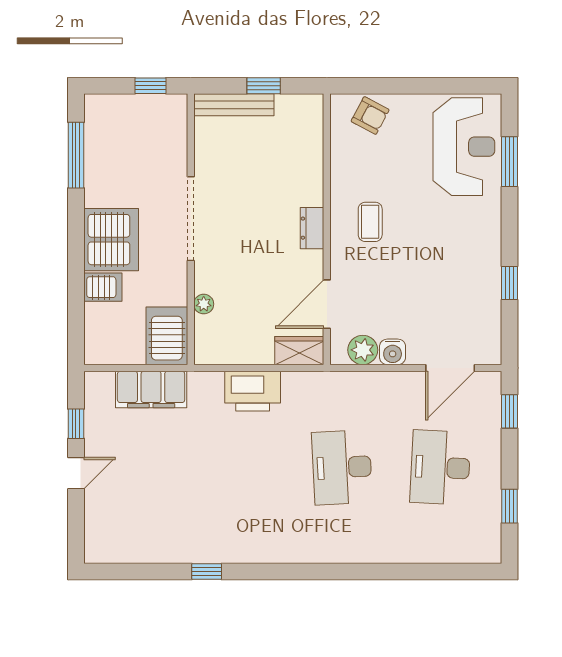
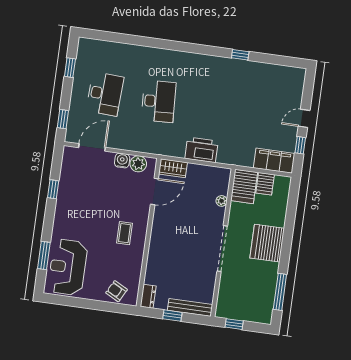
dresser: (312, 228) -> (148, 296), moved
server rack: (103, 287) -> (265, 184), moved, turned -90
filing cabinet: (151, 389) -> (274, 161), moved

